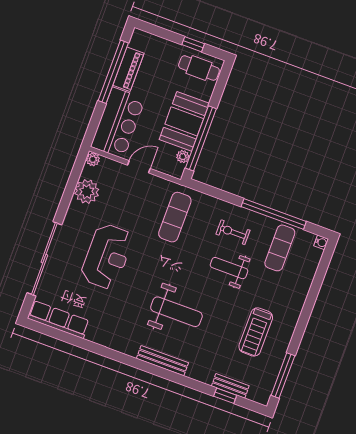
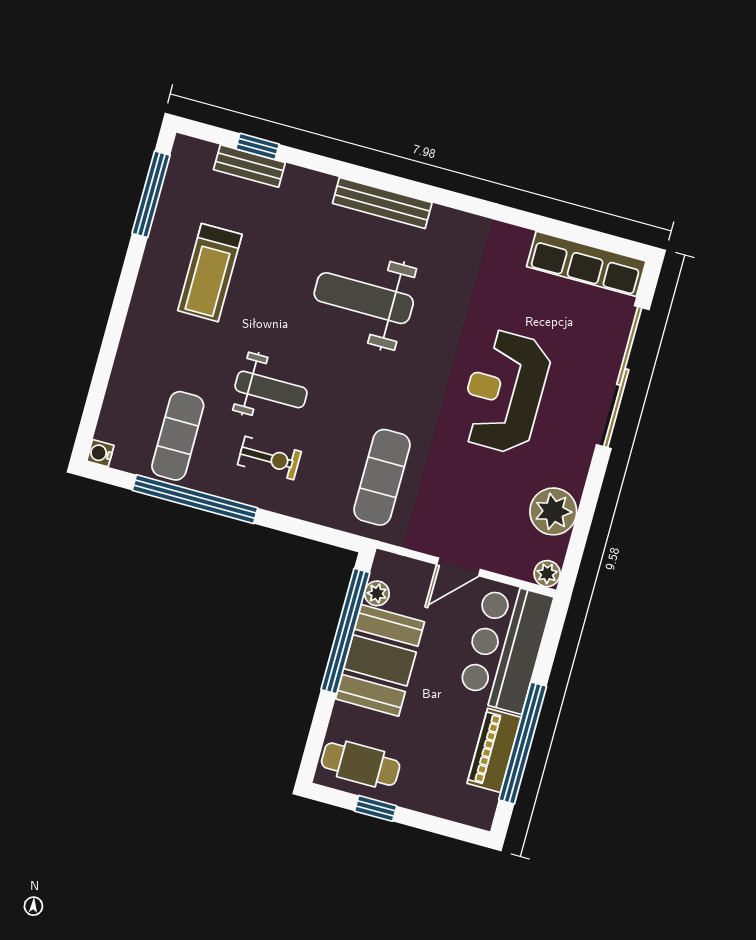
treadmill: (256, 332) -> (210, 273), turned 180

